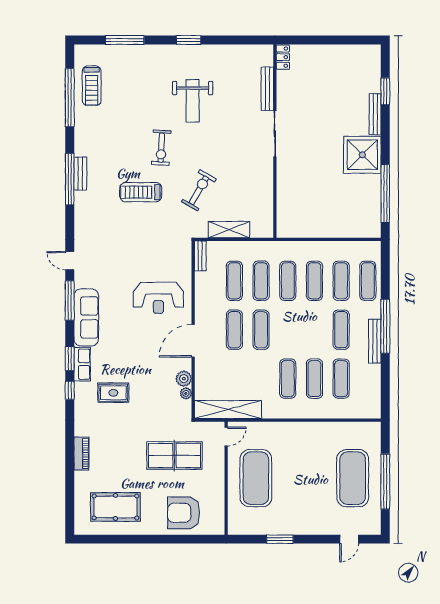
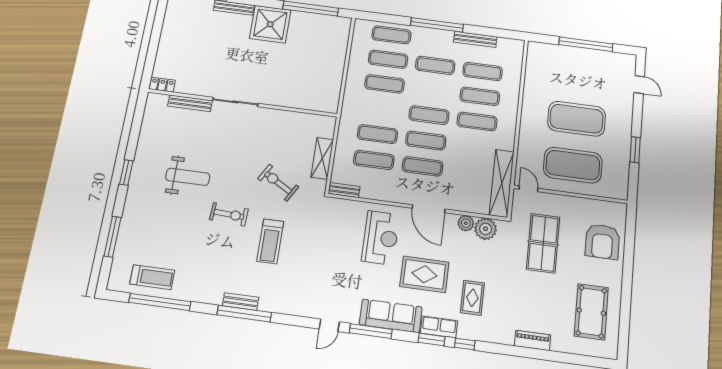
exercise mat: (288, 281) -> (429, 115), moved
bench: (375, 341) -> (475, 39), moved
rug: (129, 344) -> (424, 274), added
plant: (186, 393) -> (486, 229), width x1.87, depth x1.87
exercise mat: (353, 478) -> (577, 119), moved

